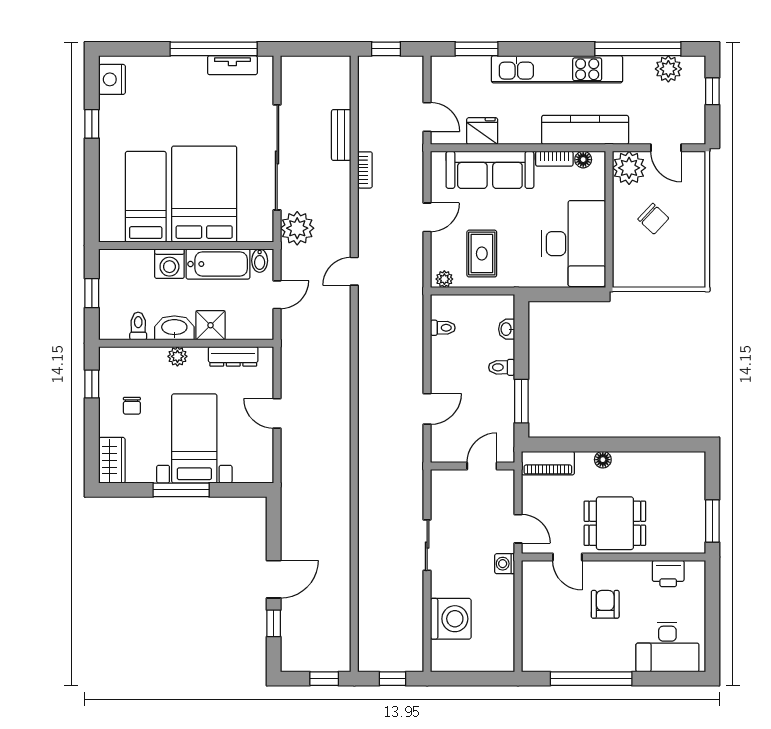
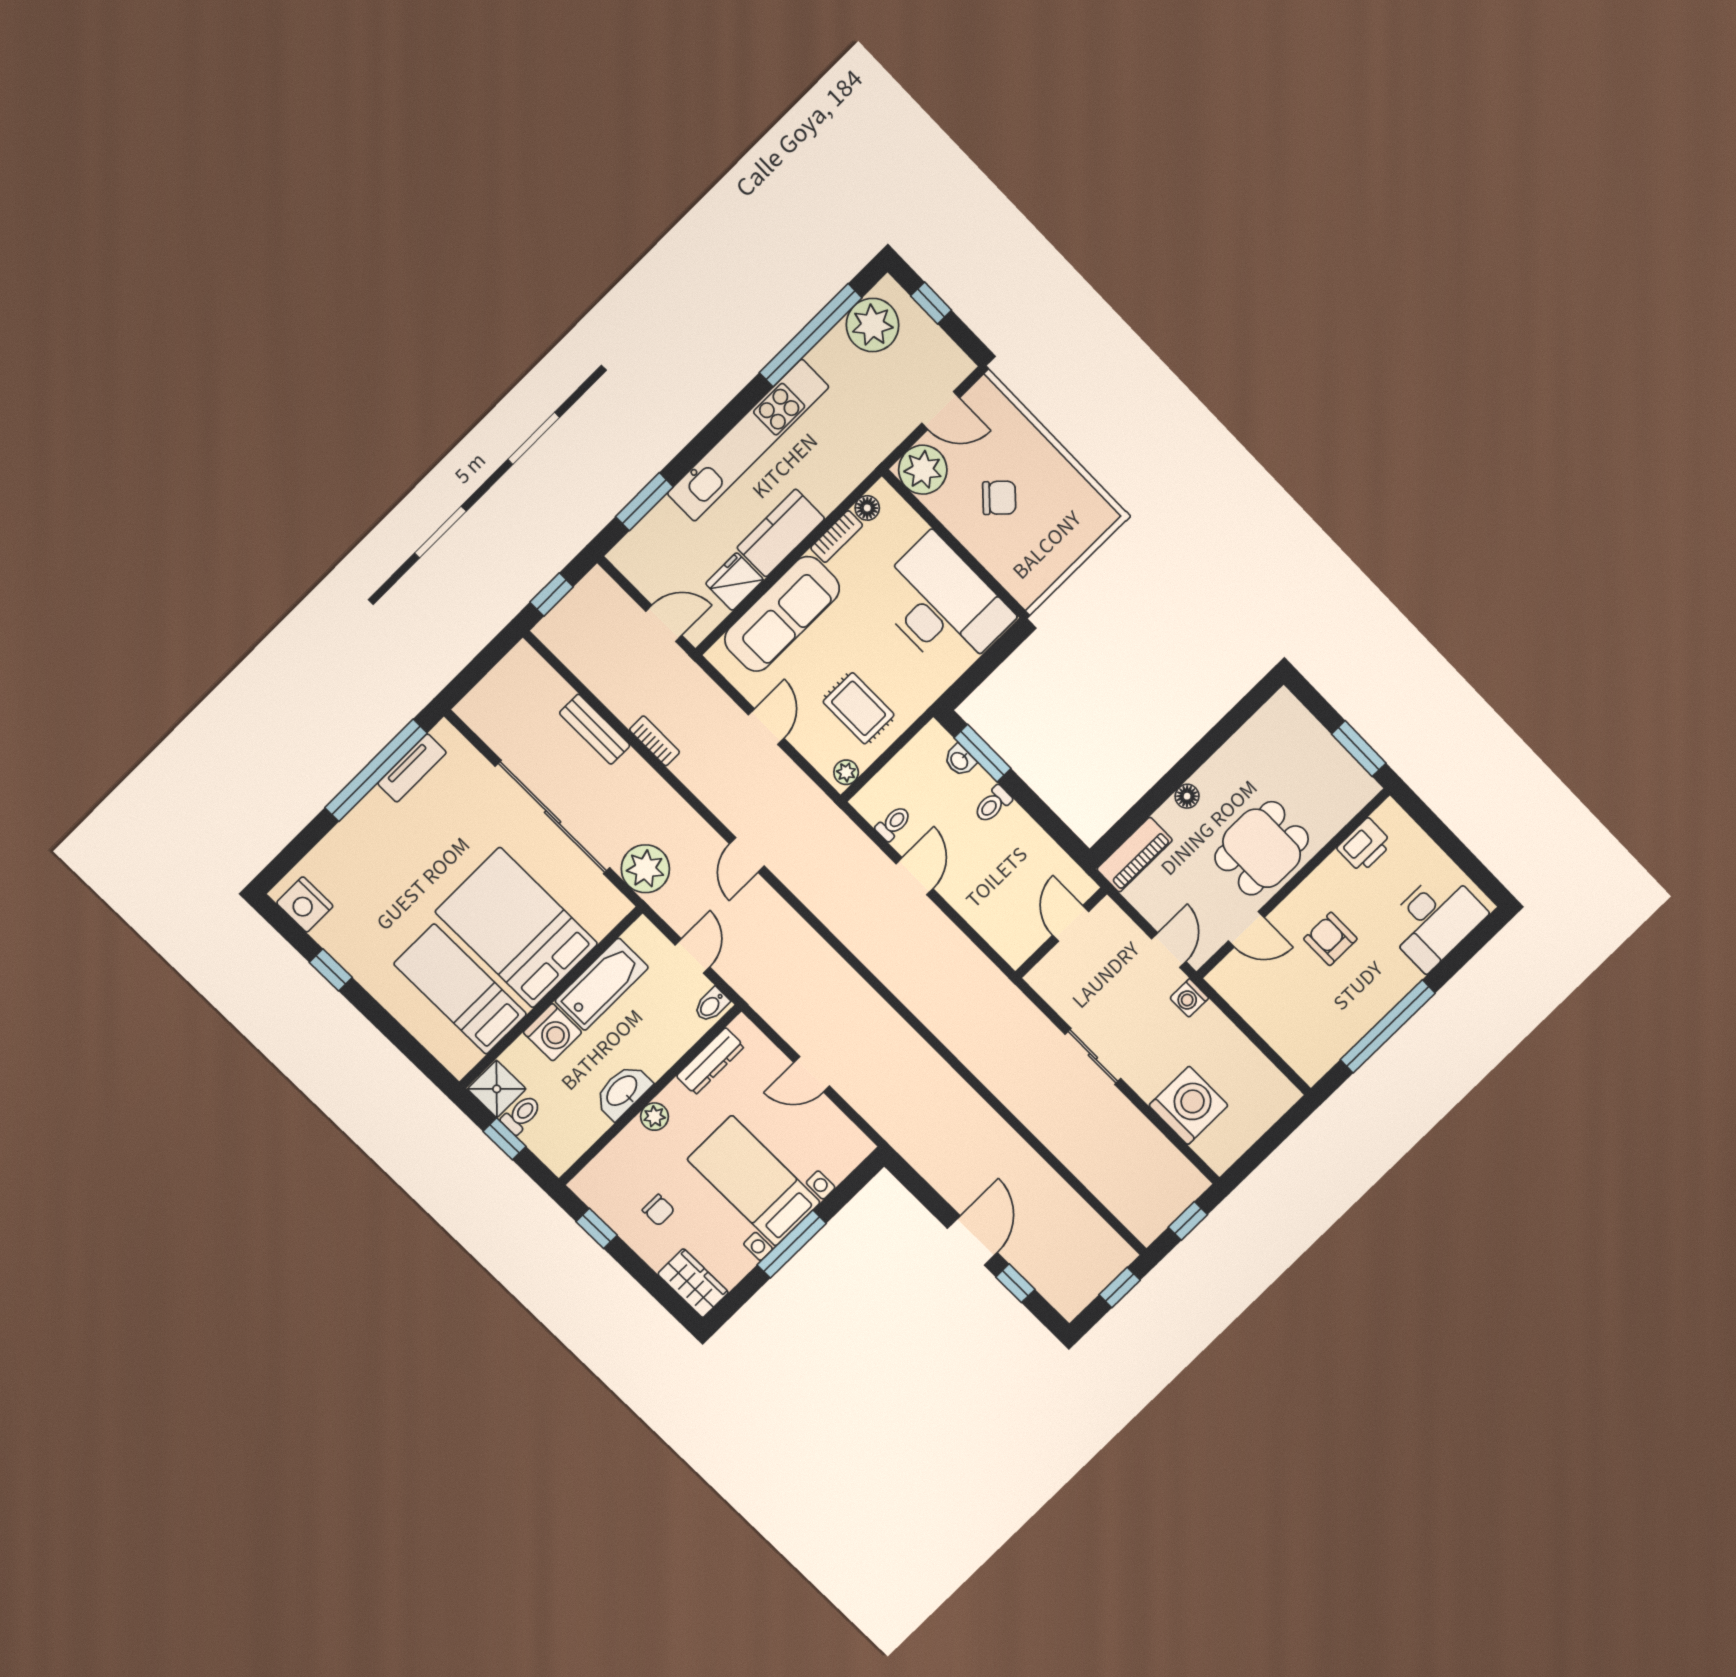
plant: (668, 69) -> (873, 325), width x1.36, depth x1.36
kitchen counter: (585, 130) -> (781, 533), moved, width x0.67
bidet: (260, 261) -> (711, 1005), moved, turned 90
shower: (211, 325) -> (497, 1089), moved
toilet: (138, 326) -> (521, 1115), moved, turned 90
window: (521, 401) -> (982, 753), moved
door: (427, 409) -> (914, 876), moved
door: (518, 529) -> (1169, 950), hinge flipped

